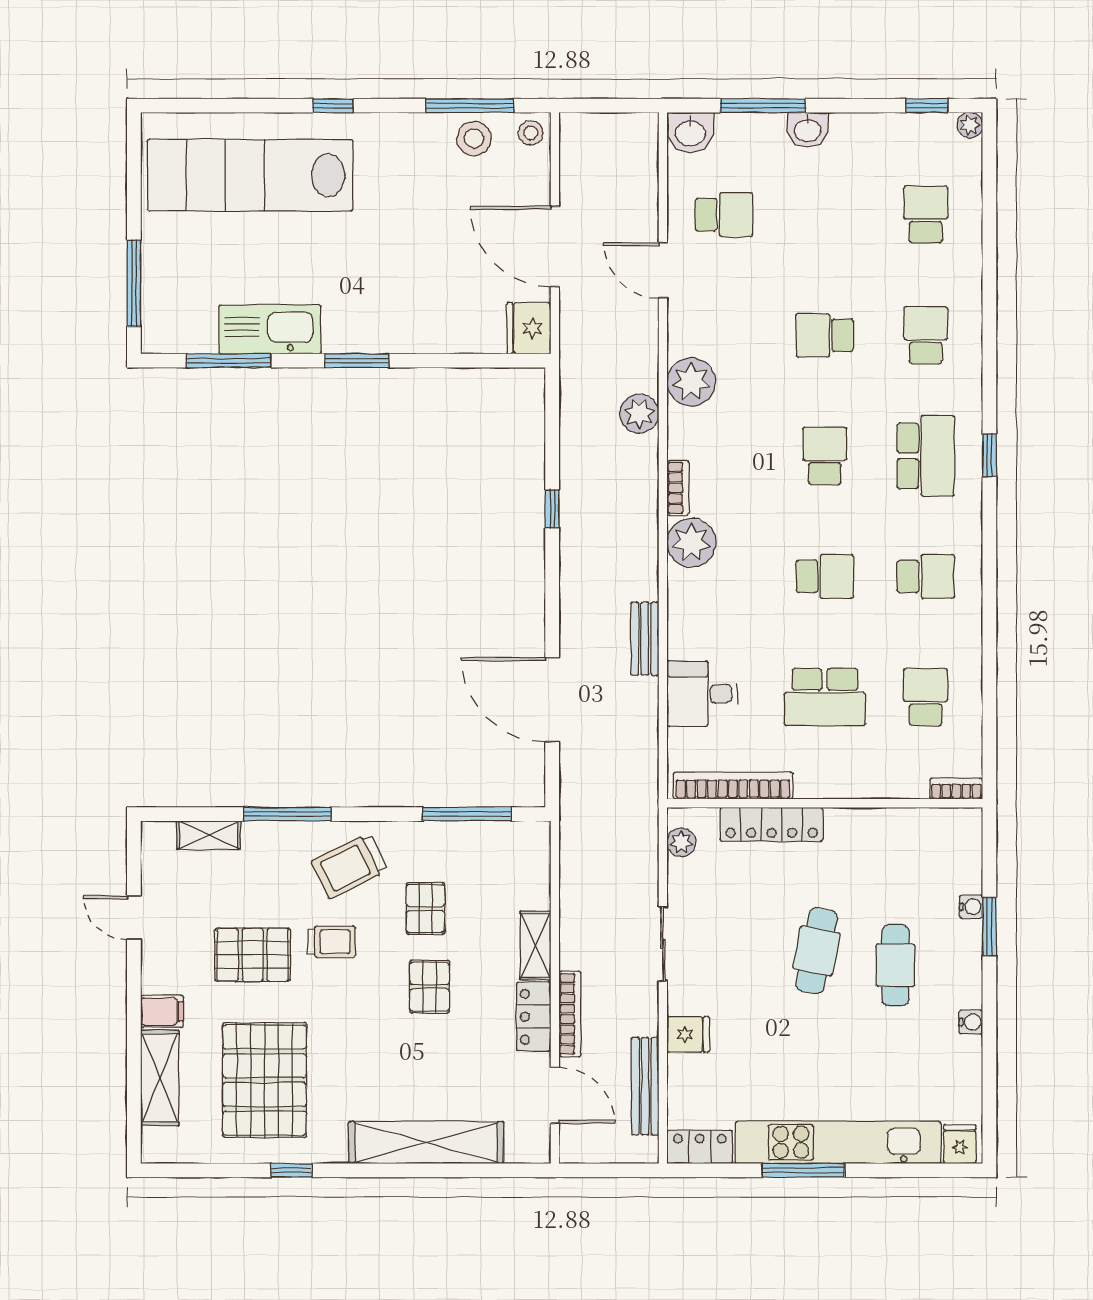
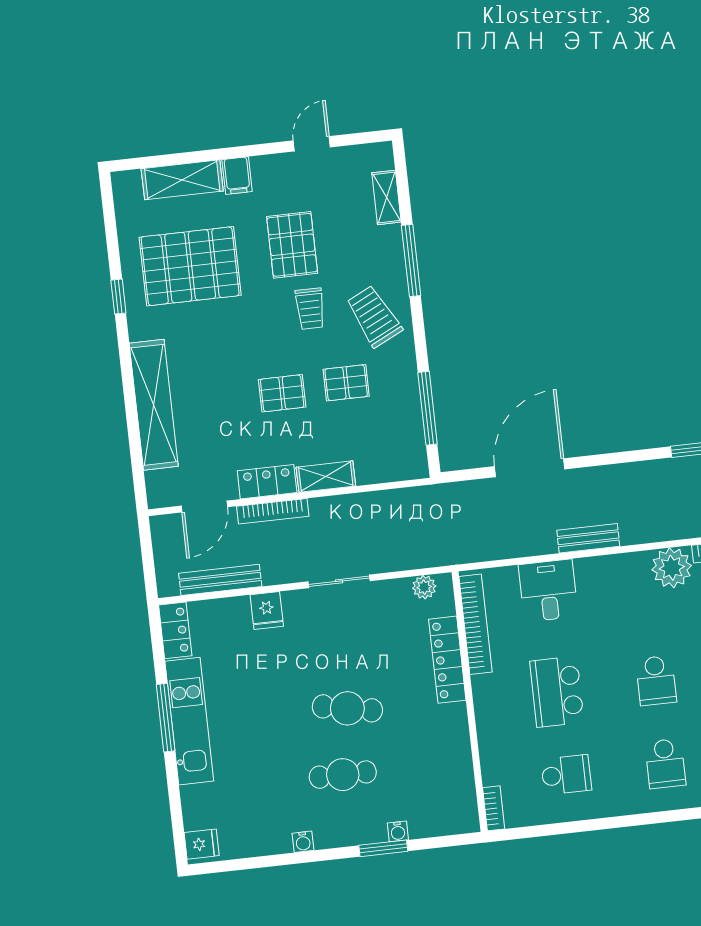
kitchen unit: (838, 1142) -> (189, 721), width x0.73

